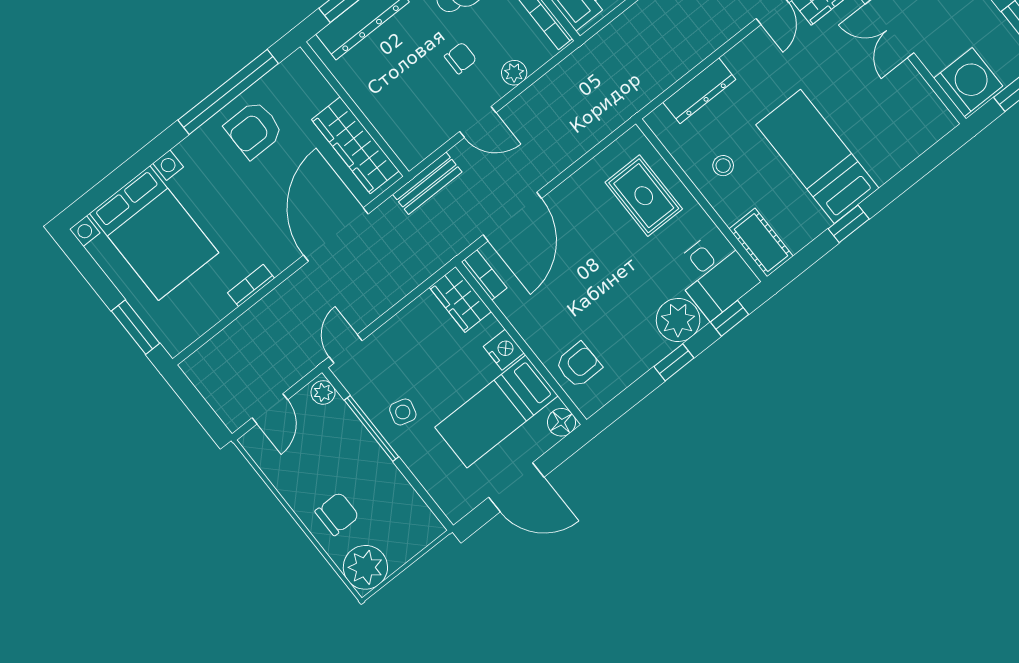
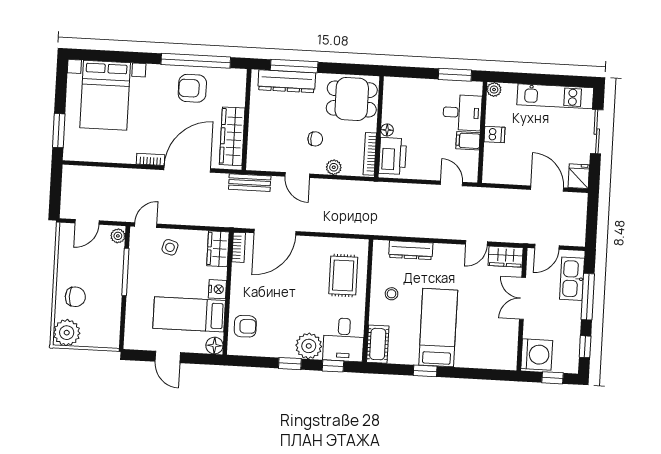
bookcase: (251, 286) -> (150, 159), moved
side table: (403, 412) -> (170, 247), moved
door: (516, 487) -> (168, 357), width x0.73

